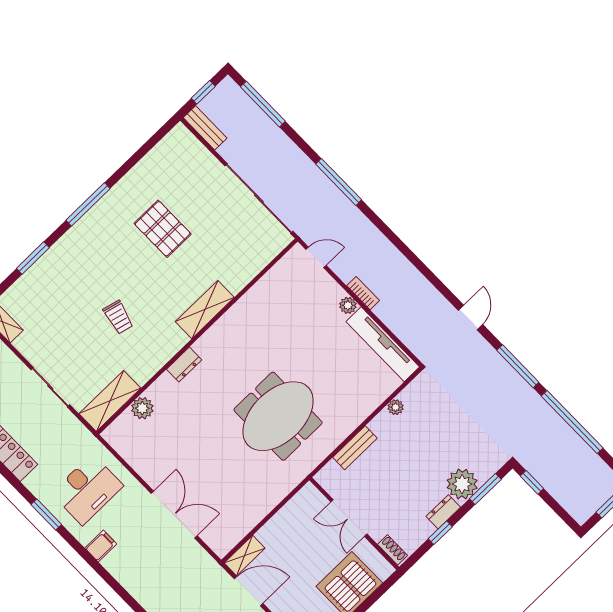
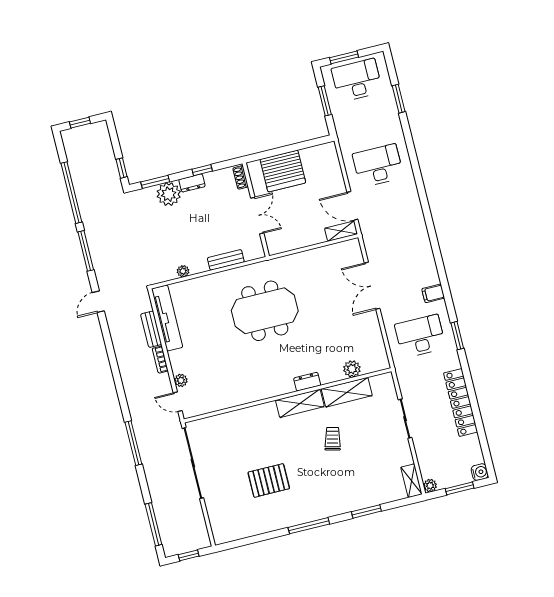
bench: (205, 128) -> (151, 329), moved
pallet: (163, 229) -> (269, 480), turned 90
plant: (348, 305) -> (181, 380), moved
shelving: (205, 310) -> (300, 403), moved
shelving: (110, 401) -> (347, 392), moved

